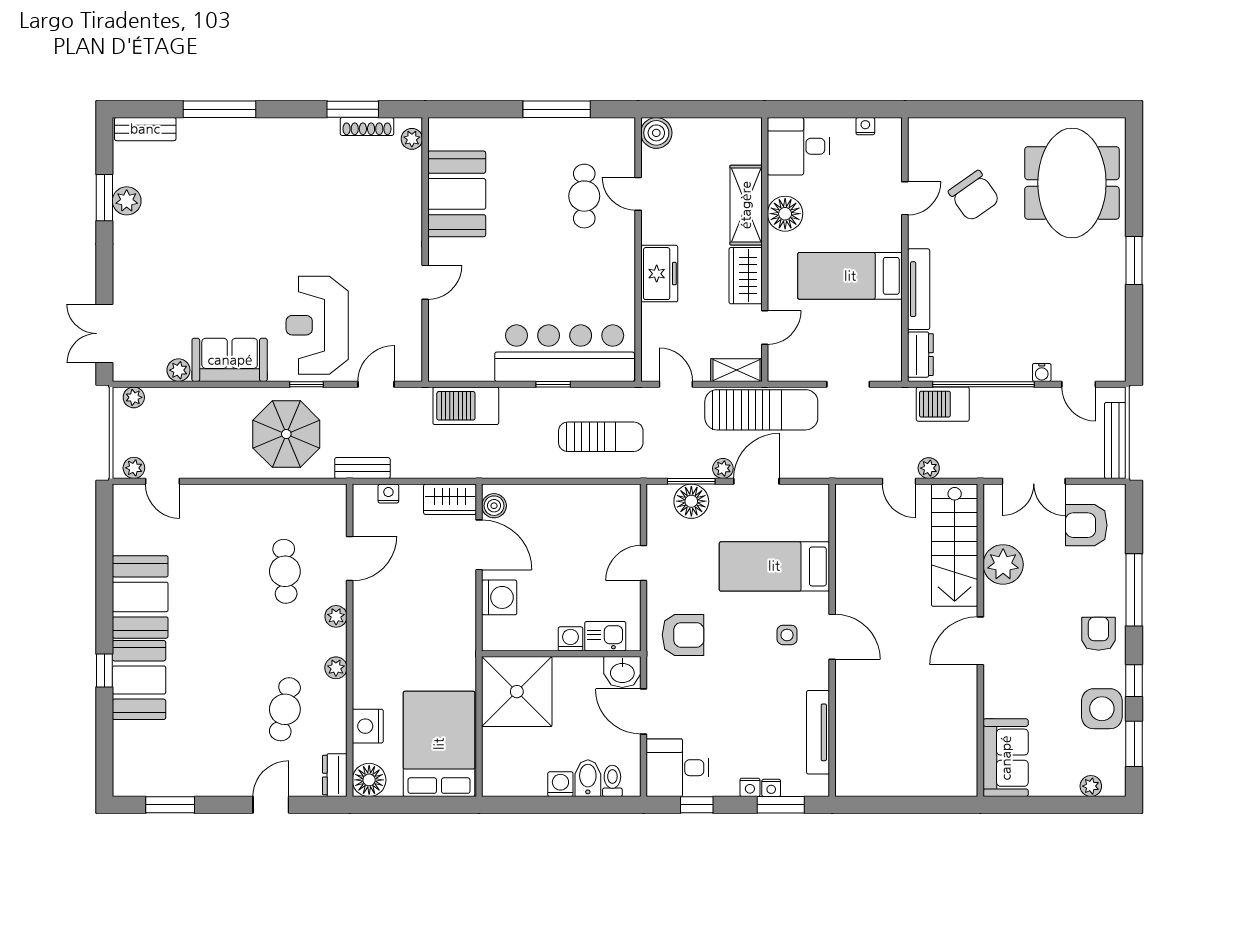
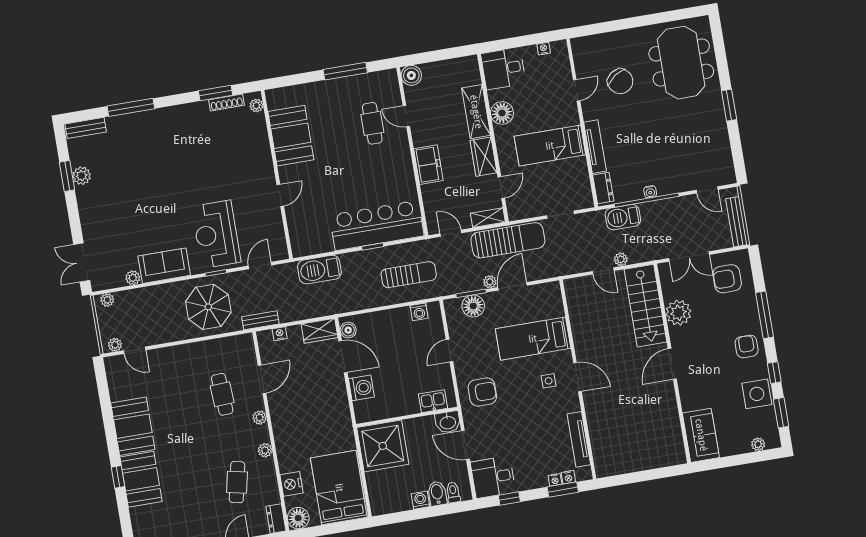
water cooler: (1042, 372) -> (650, 192), moved
washing machine: (570, 639) -> (419, 312), moved, turned 180
nightstand: (750, 787) -> (568, 477), moved

